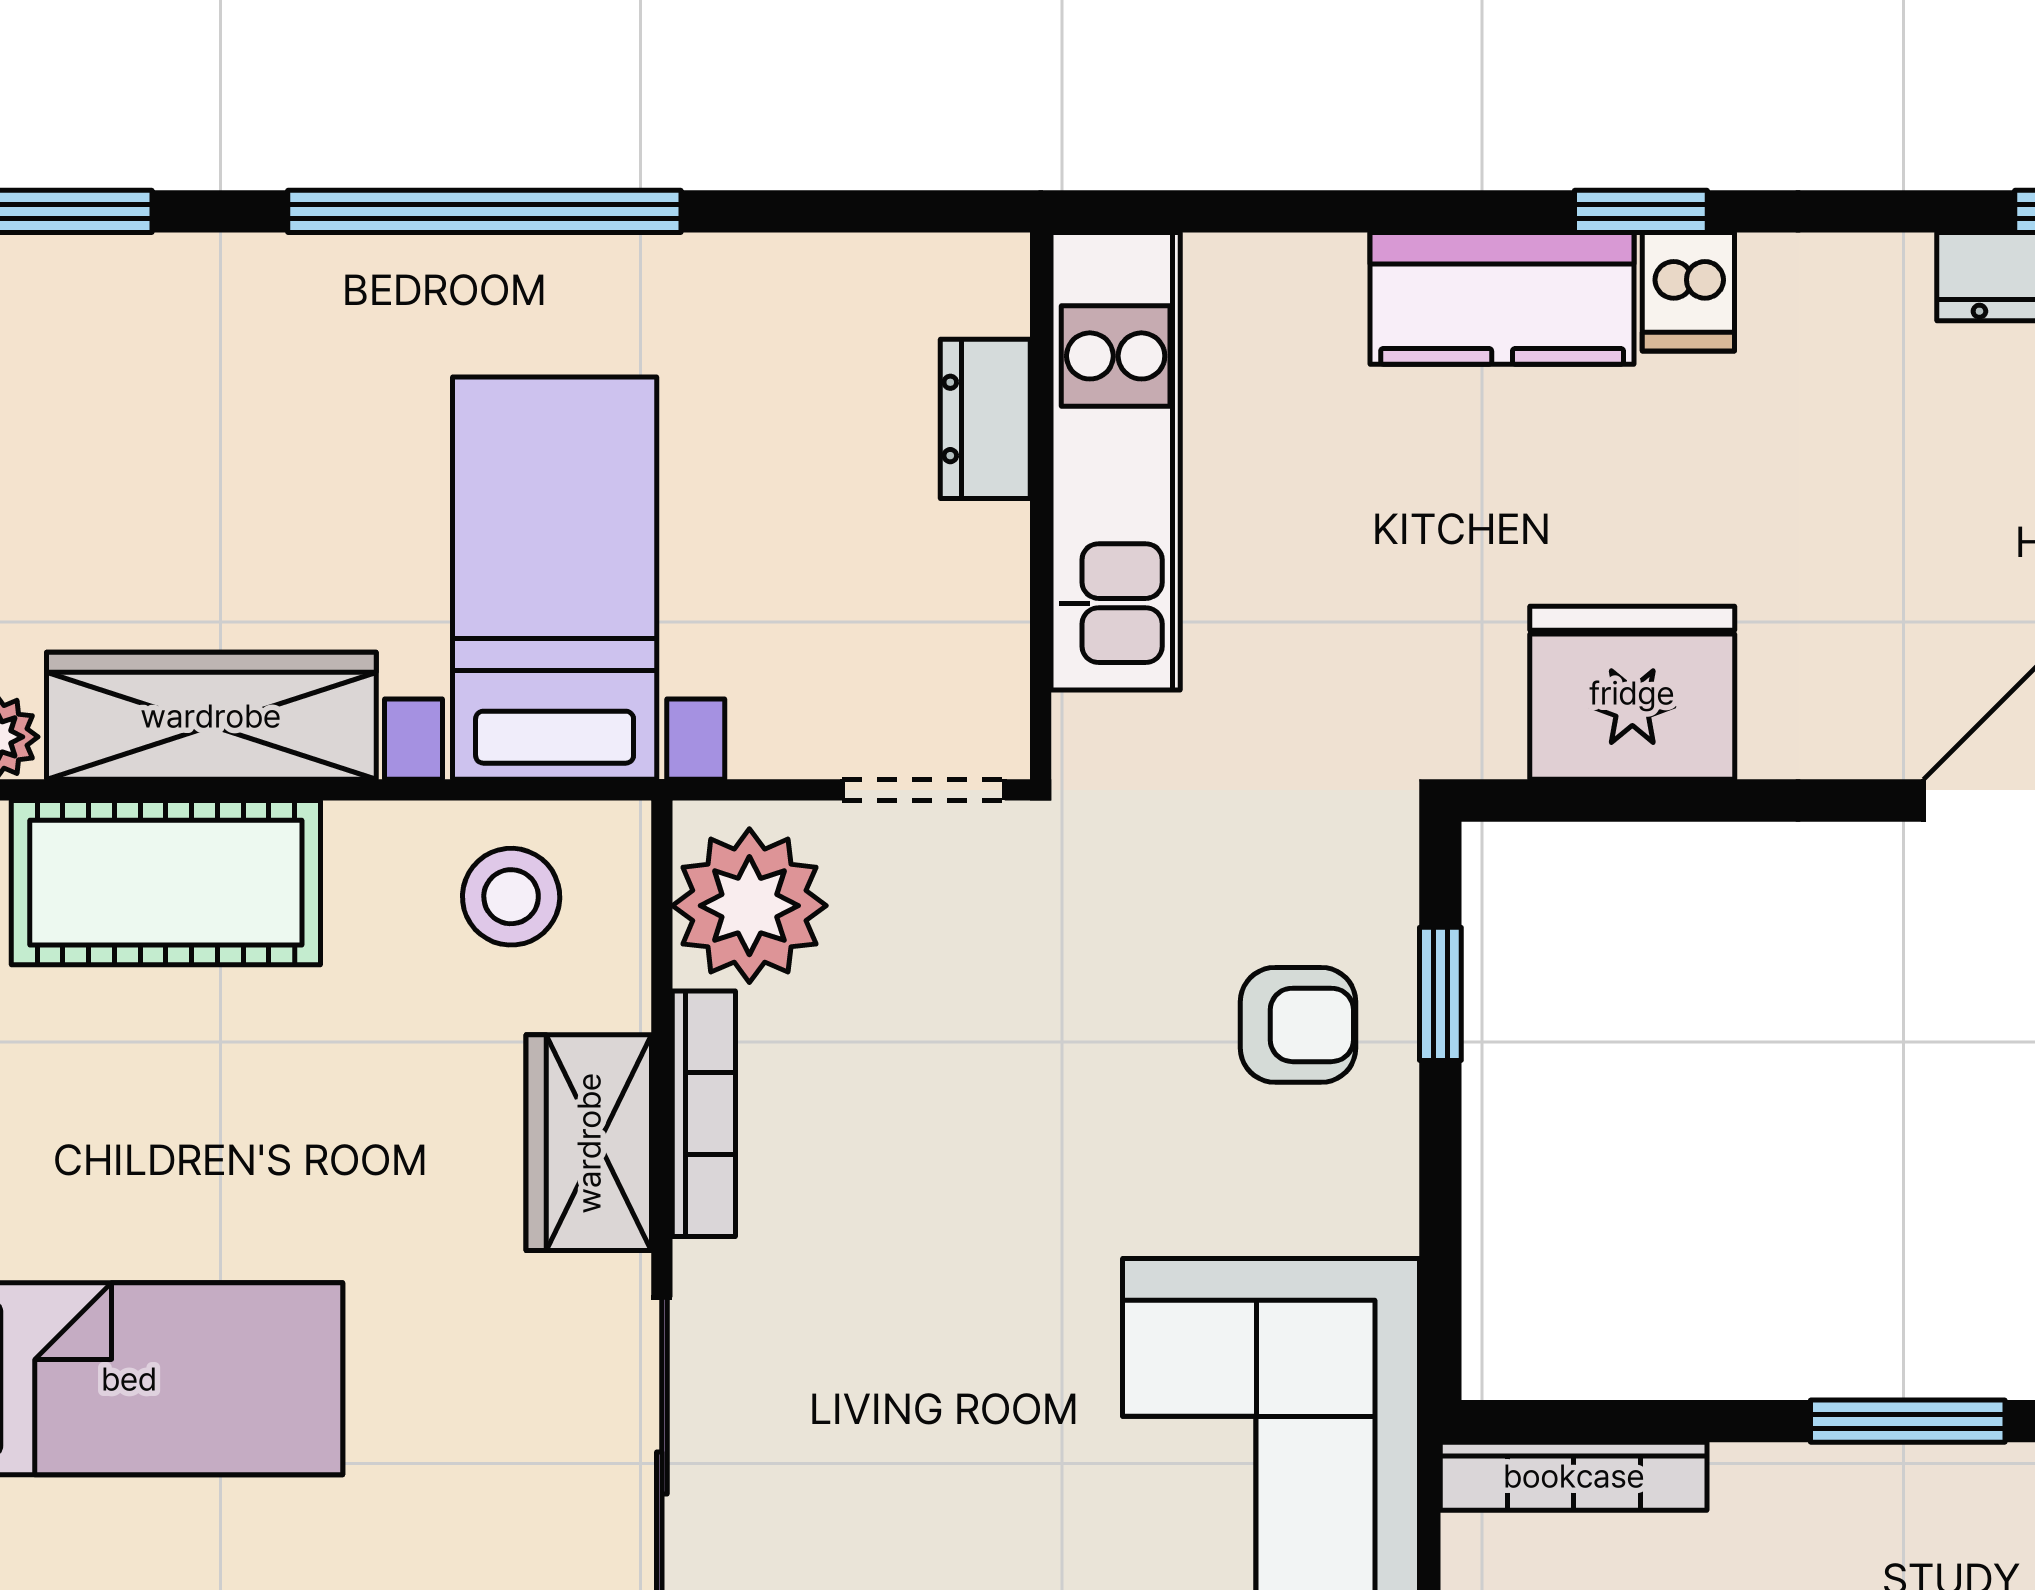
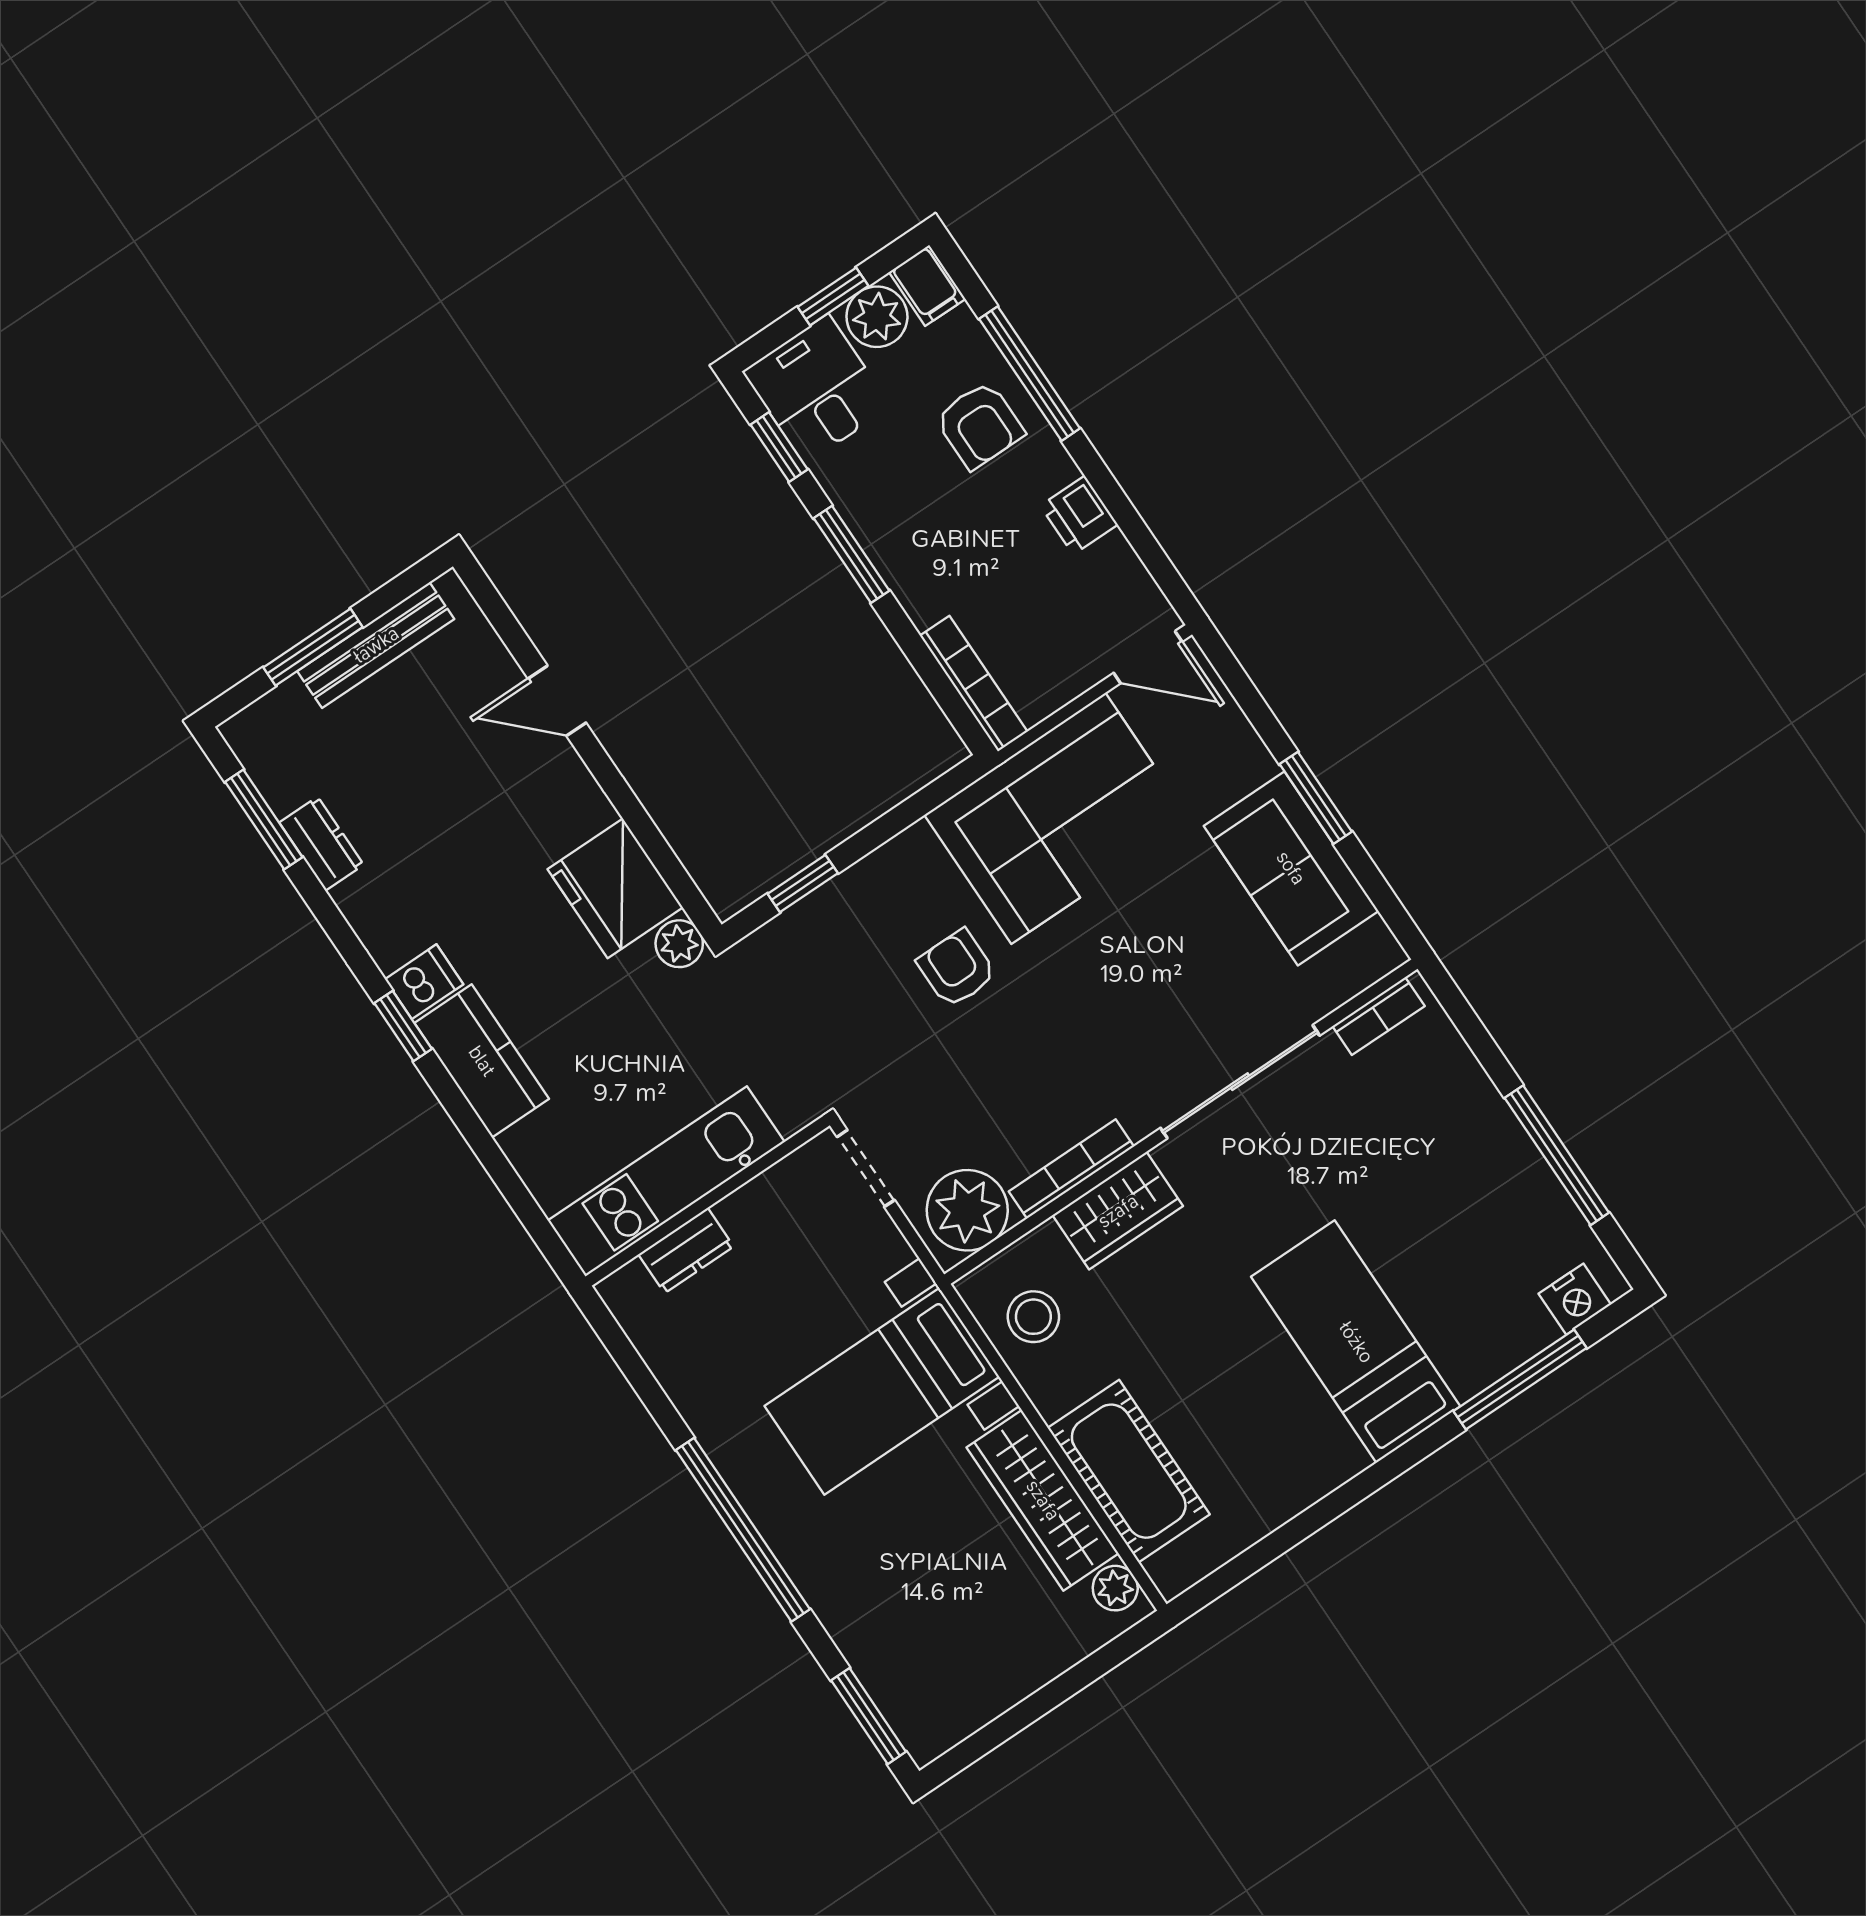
plant: (1477, 735) -> (679, 944), added
armchair: (1298, 1025) -> (957, 968), moved

